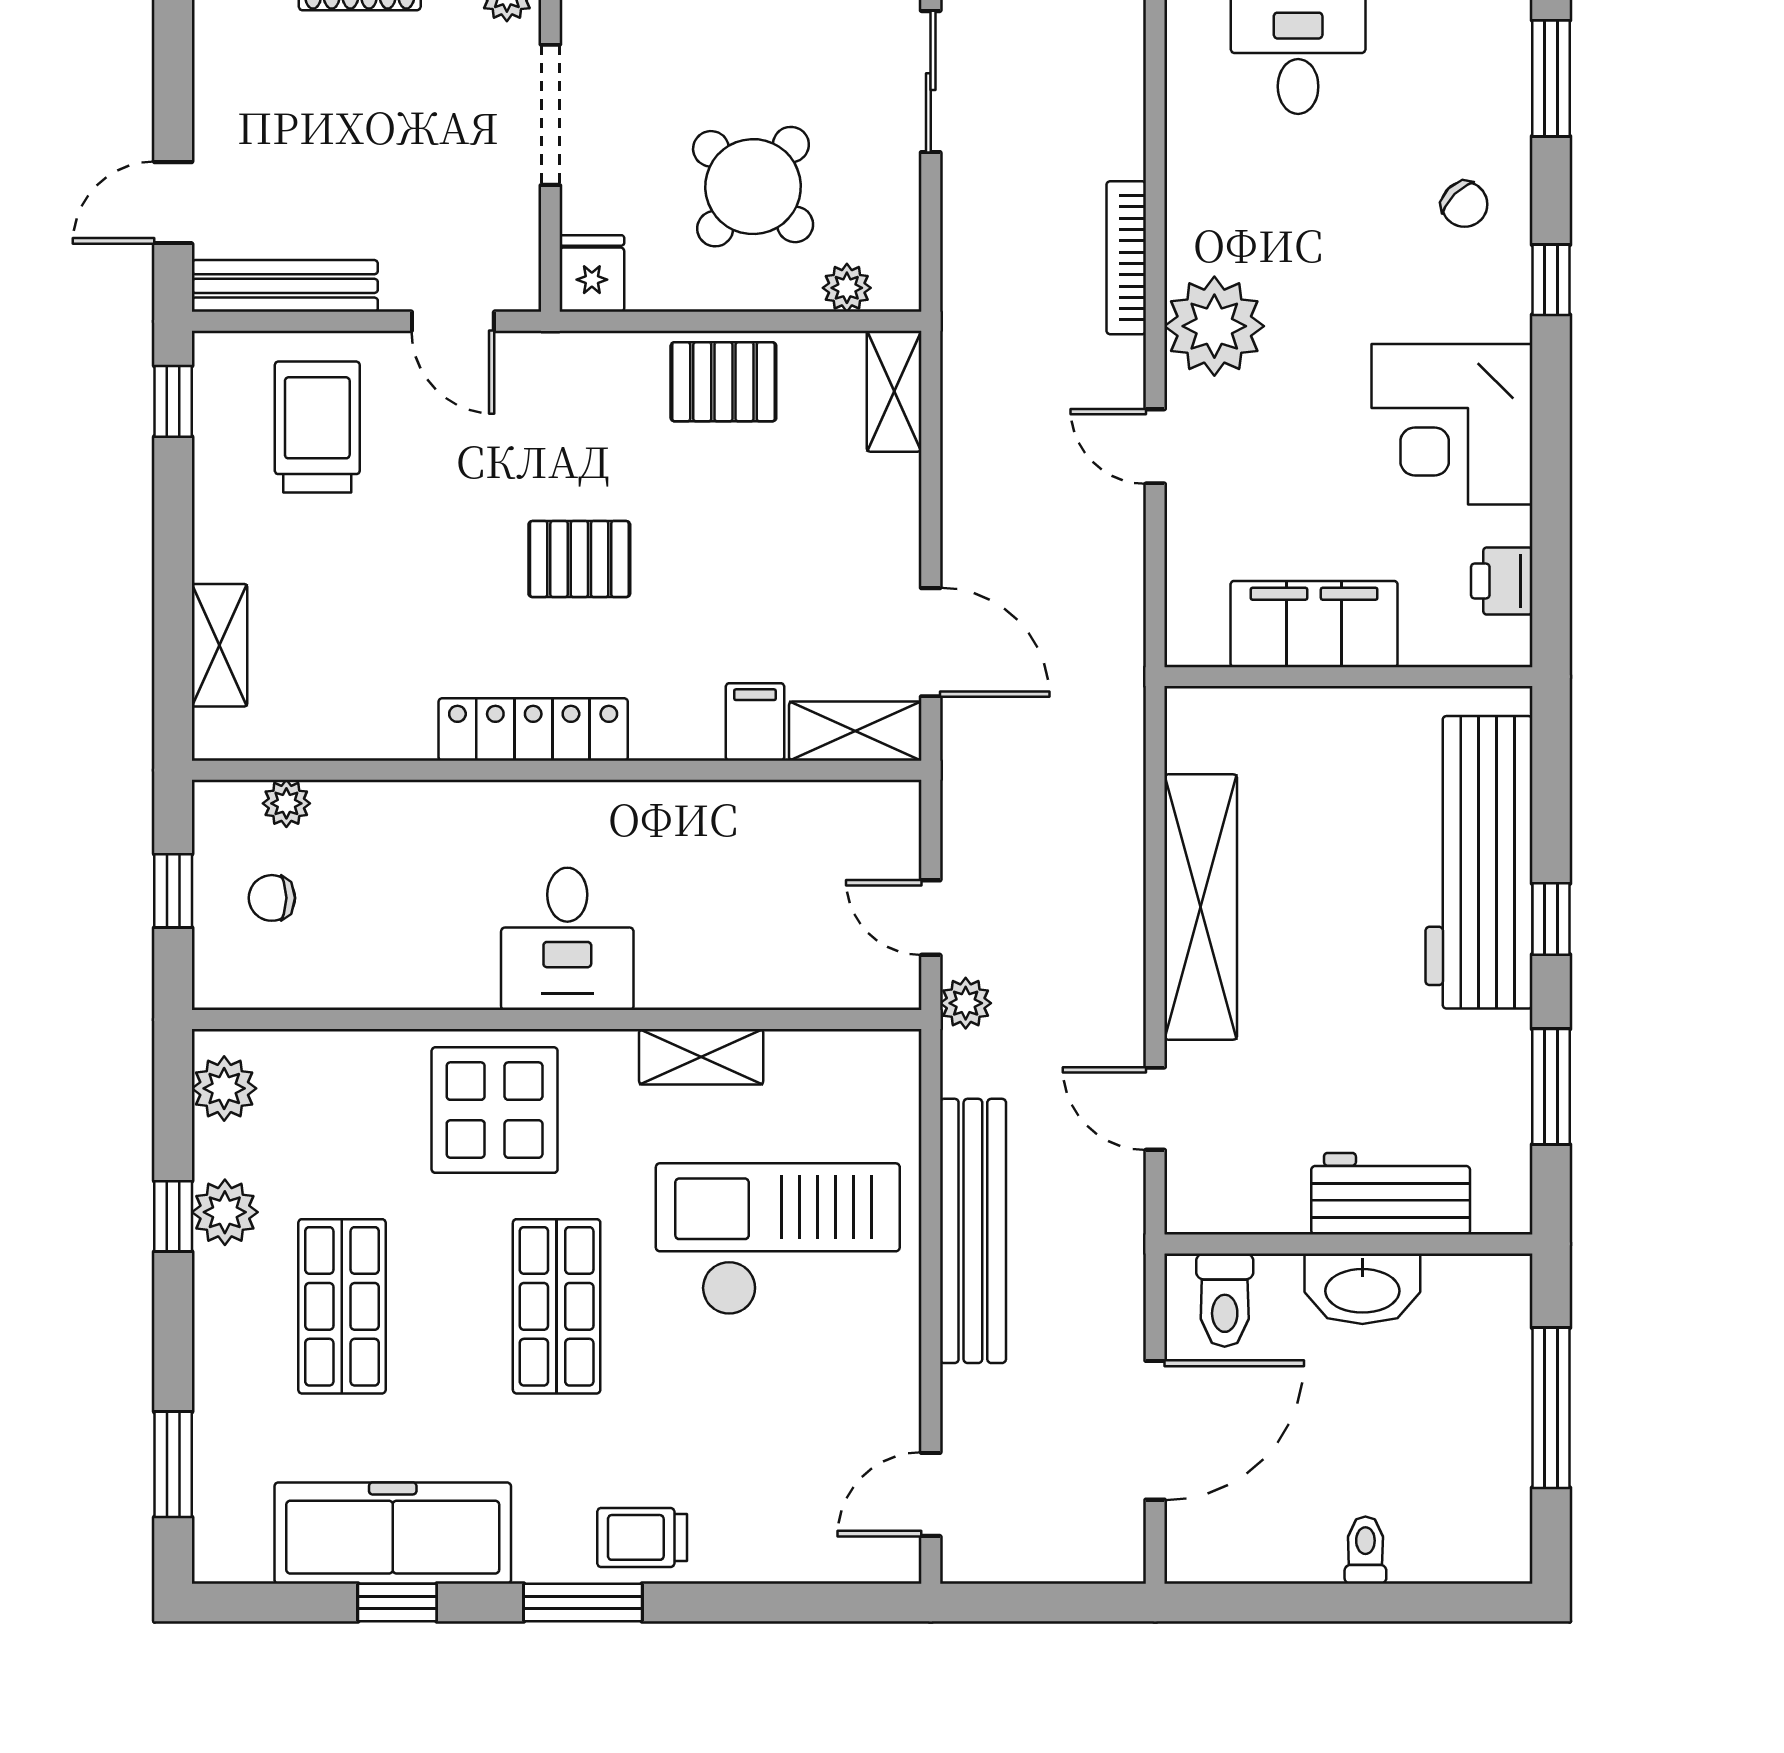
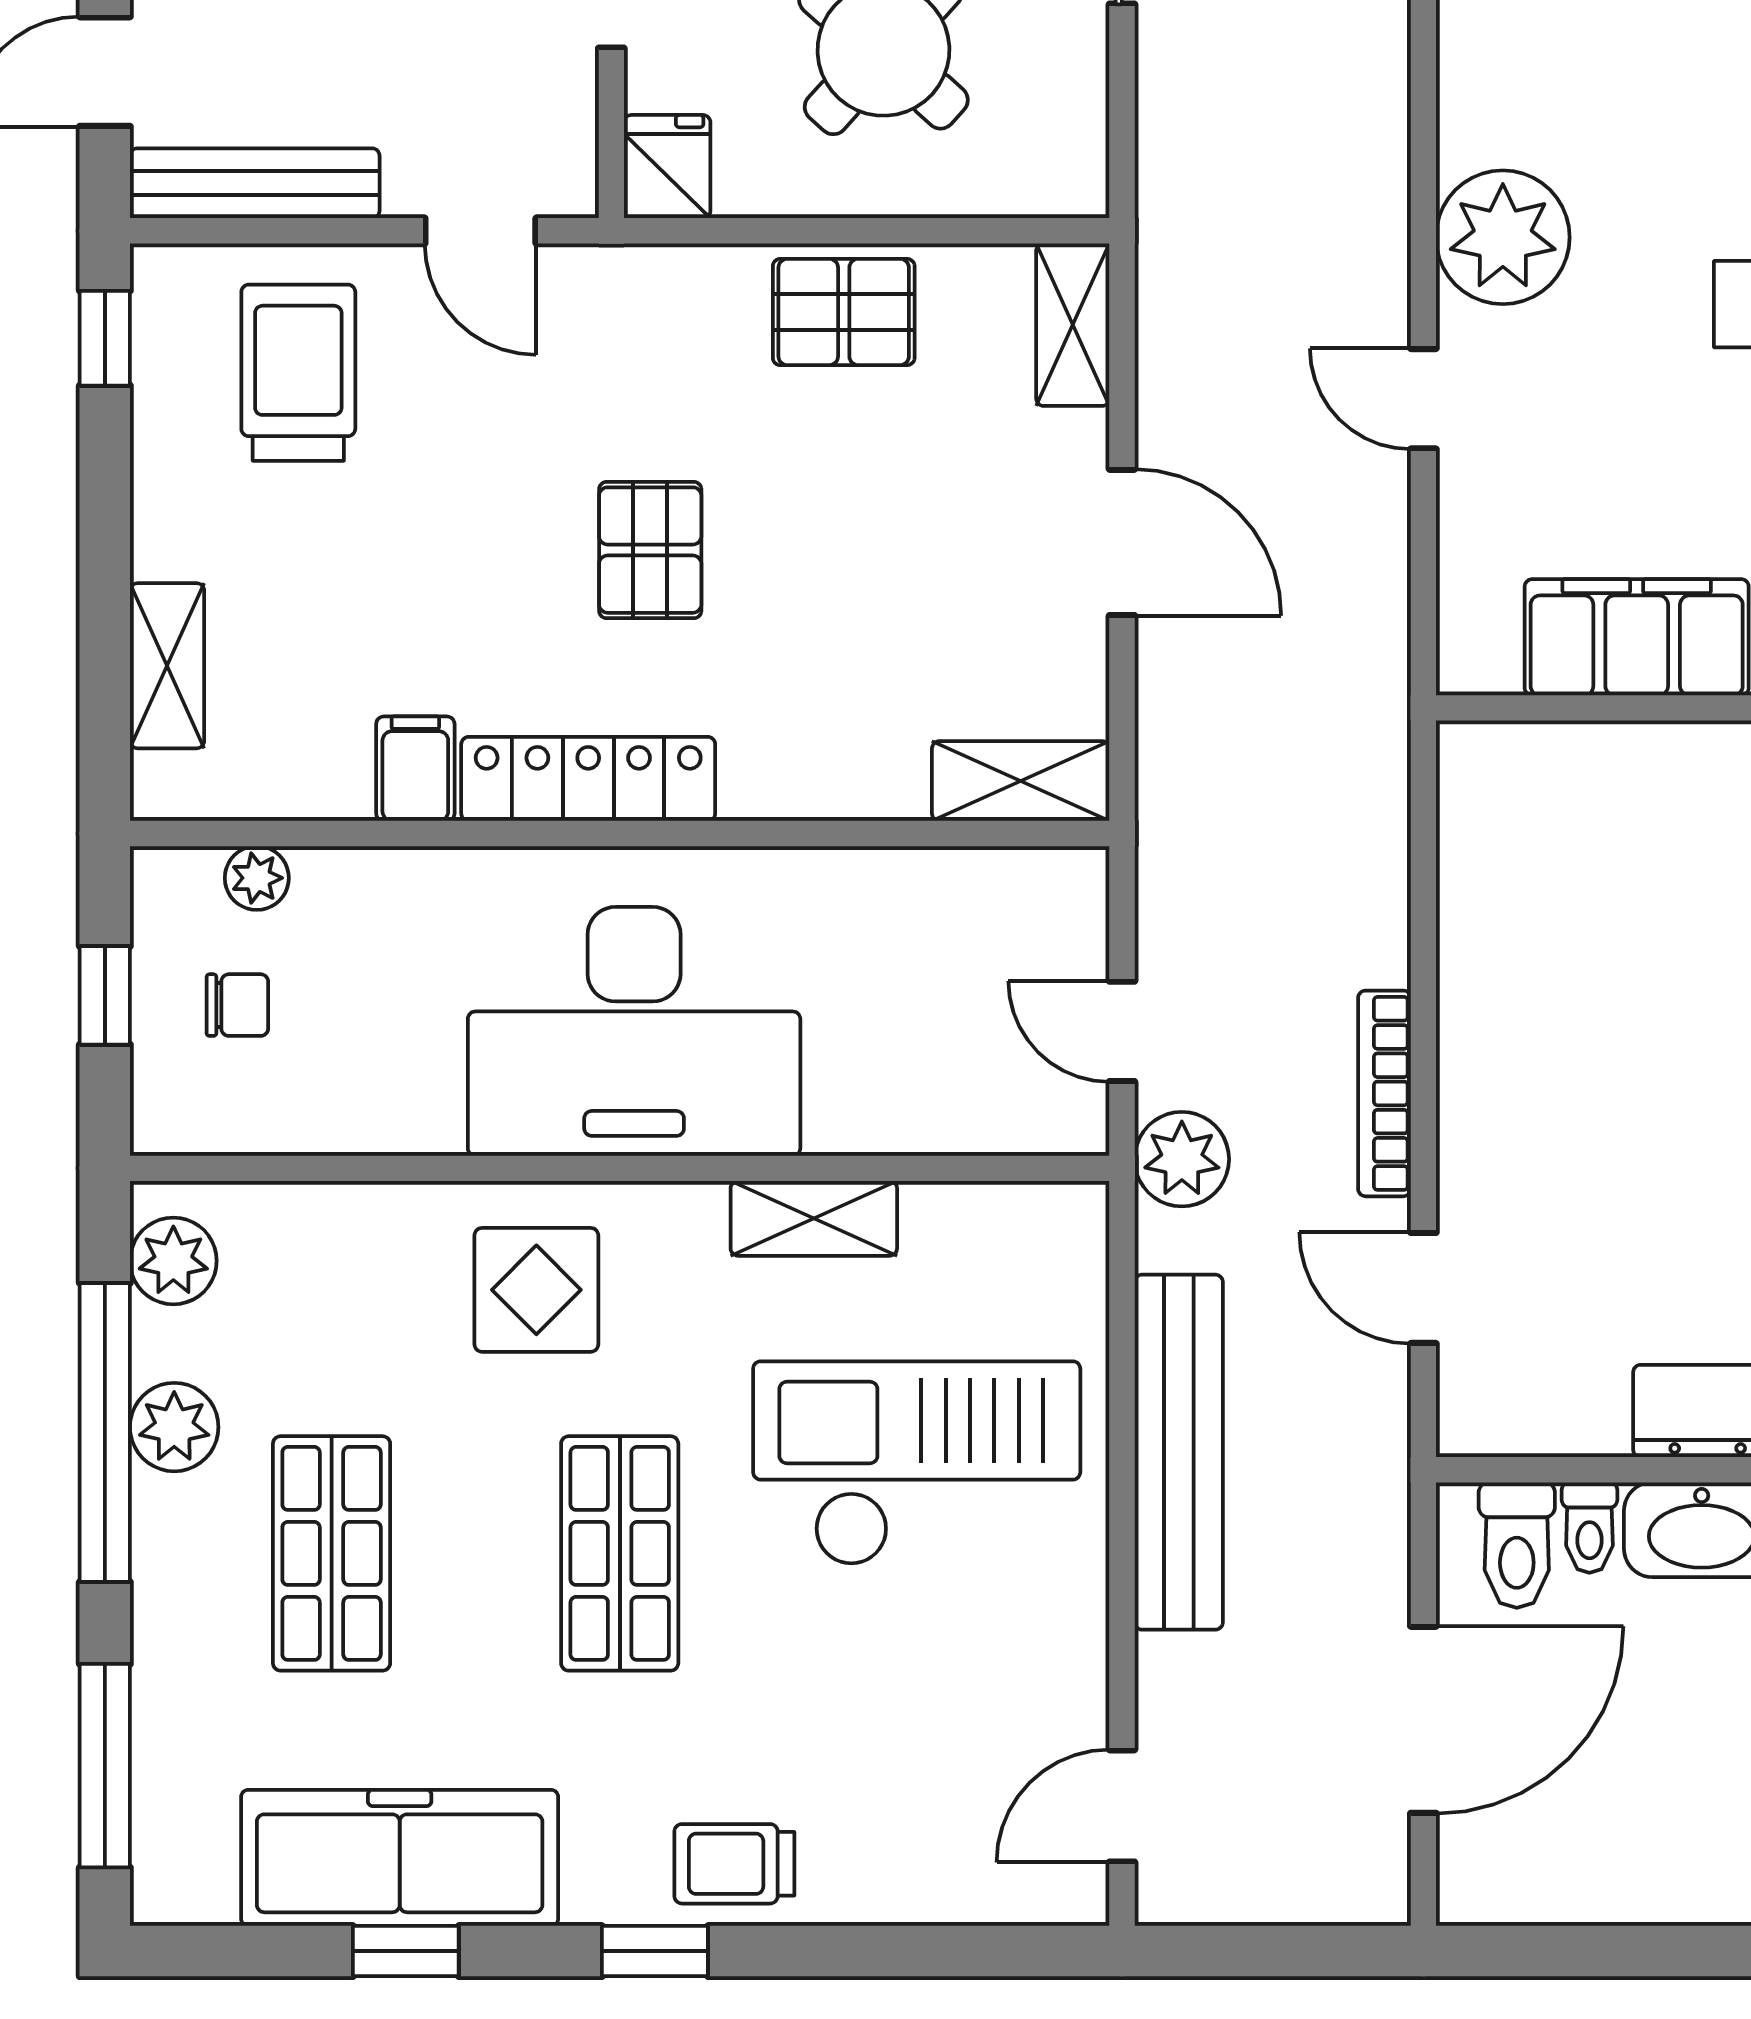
bookcase: (1126, 258) -> (1384, 1093), moved
plant: (847, 288) -> (1009, 186), removed
pallet: (579, 559) -> (650, 550), turned 90
door: (931, 642) -> (1122, 542), moved
filing cabinet: (755, 722) -> (415, 769), moved
chair: (272, 898) -> (237, 1005), turned 180
shelving: (1201, 907) -> (1485, 1017), removed
desk: (567, 939) -> (634, 1031), width x1.87, depth x1.30
plant: (966, 1003) -> (1182, 1159), width x1.38, depth x1.38
display table: (495, 1110) -> (536, 1290), width x0.73, depth x0.73
window: (173, 1216) -> (105, 1433), width x3.17
window: (173, 1464) -> (105, 1766), width x1.44
toilet: (1365, 1550) -> (1589, 1528), moved, turned 180
window: (583, 1602) -> (655, 1951), width x0.67

